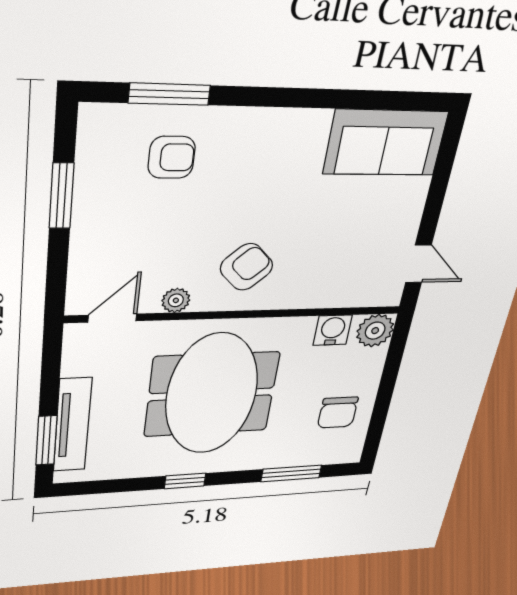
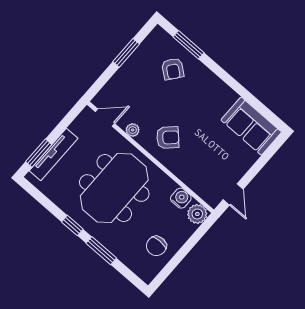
armchair: (172, 157) -> (173, 69), turned 38
window: (291, 473) -> (101, 251), moved

